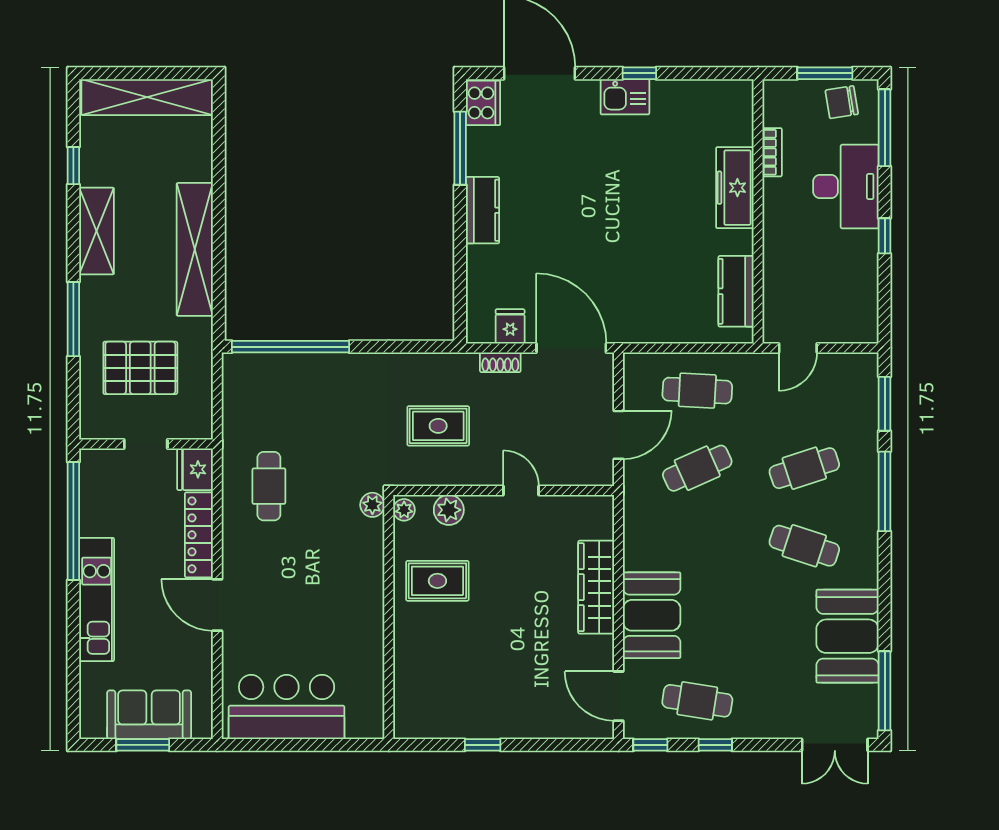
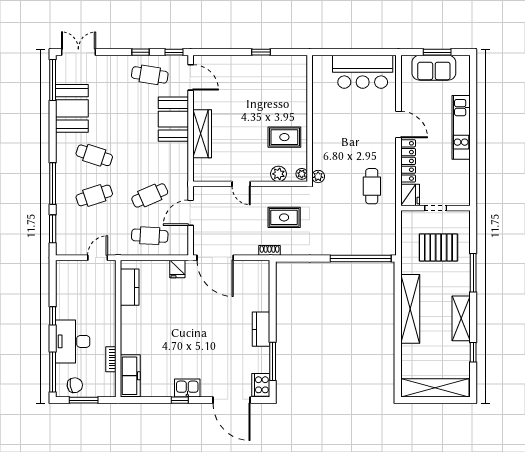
freezer: (735, 188) -> (130, 376), moved
fridge: (510, 326) -> (177, 269), moved
shoe rack: (500, 362) -> (269, 250), moved
window: (73, 521) -> (473, 168), removed

